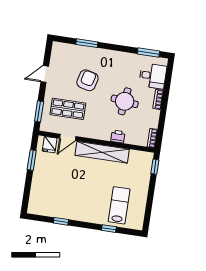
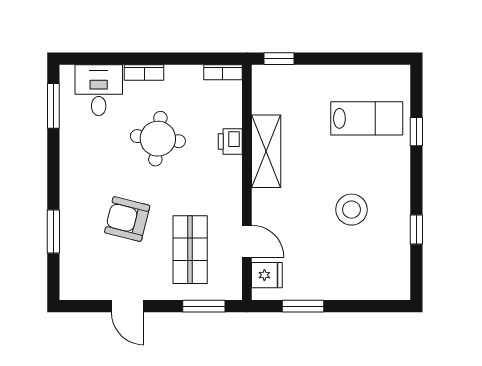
shelving: (102, 152) -> (266, 151), width x0.68
stool: (75, 191) -> (352, 210), added
lab bench: (119, 205) -> (367, 118), turned 180

